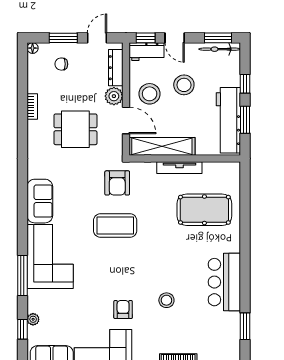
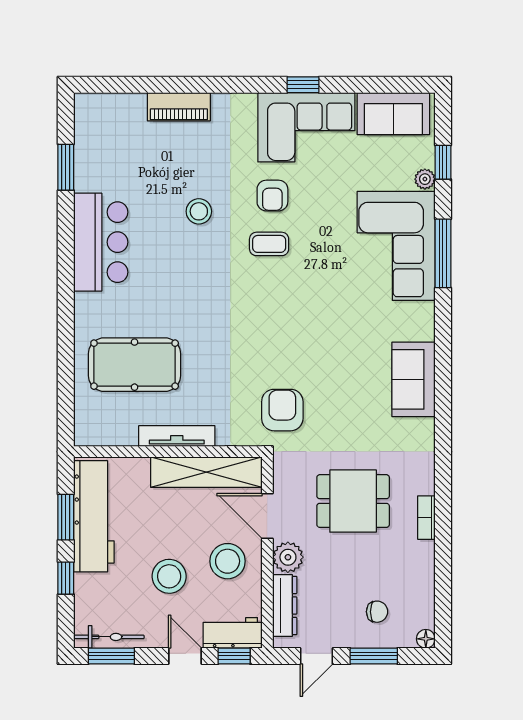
bookcase: (32, 106) -> (426, 518), moved
coffee table: (115, 226) -> (269, 244), moved, width x0.54, depth x0.58
corner sofa: (50, 256) -> (396, 246), moved

